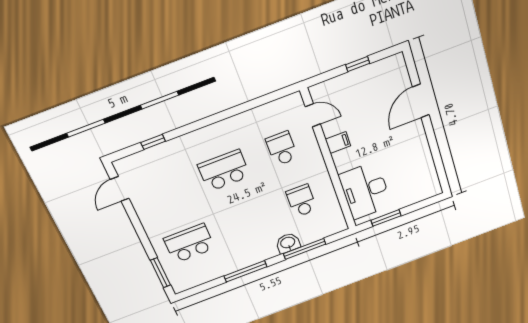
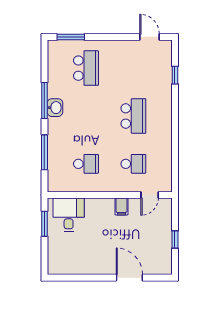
desk: (365, 191) -> (69, 215), width x0.73
washbasin: (288, 243) -> (55, 108), moved

